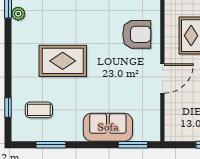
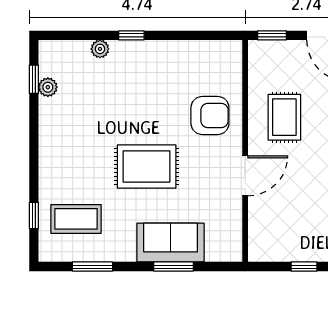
rug: (63, 61) -> (147, 166), moved
coffee table: (39, 110) -> (76, 219), width x1.36, depth x1.30
window: (133, 145) -> (173, 267), moved

